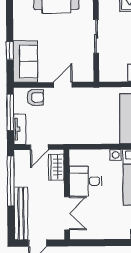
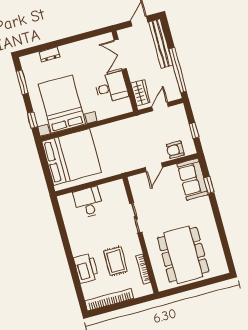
window: (10, 112) -> (194, 131), width x0.46
tv unit: (20, 129) -> (182, 118), removed

